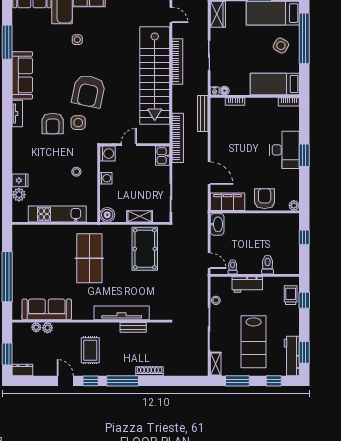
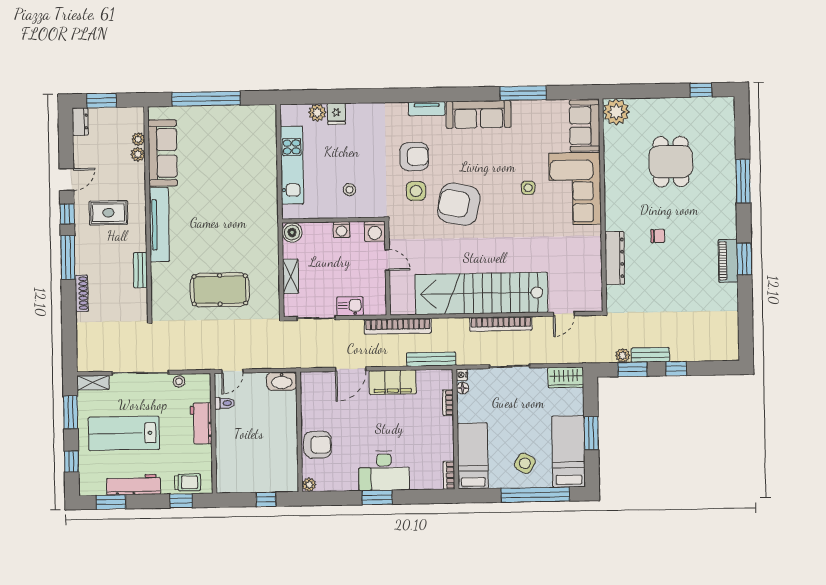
armchair: (53, 123) -> (414, 156), turned 180
kitchen sink: (163, 156) -> (350, 306), moved
filing cabinet: (228, 202) -> (393, 382), moved, turned 90
pool table: (145, 249) -> (220, 290), moved
table tennis table: (89, 258) -> (233, 209), removed
toilet: (268, 265) -> (228, 450), removed
tv unit: (122, 313) -> (159, 225), moved
workbench: (292, 356) -> (133, 485), moved

